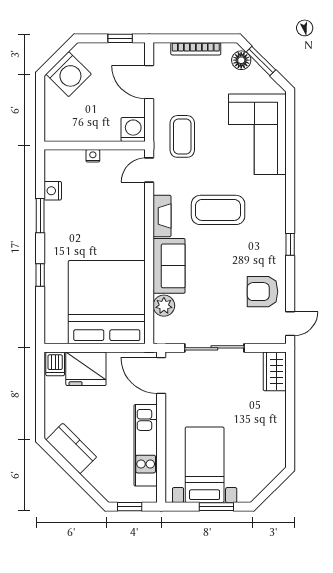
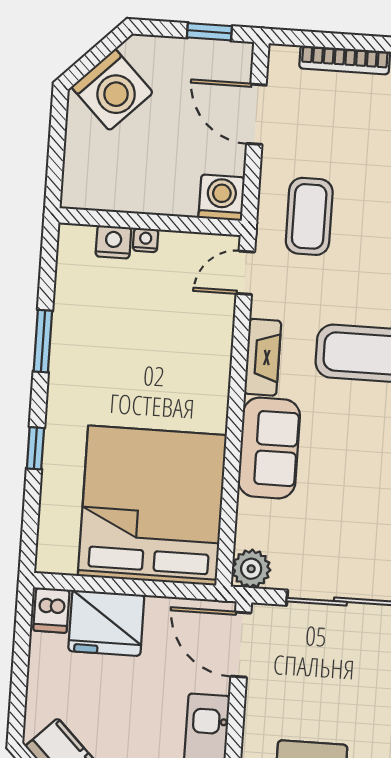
nightstand: (53, 191) -> (113, 242), moved, turned 90
plant: (164, 306) -> (251, 569), moved

